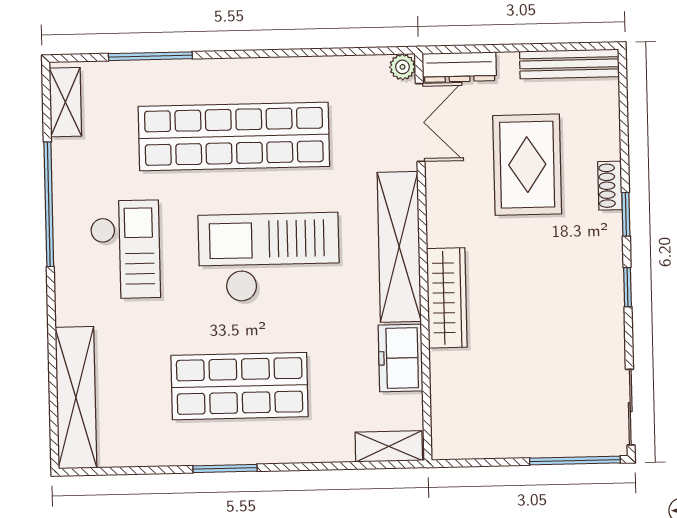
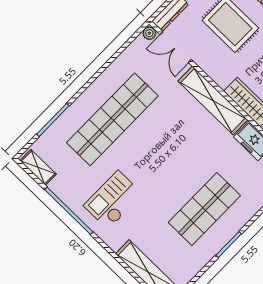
double door: (420, 122) -> (176, 47), swing flipped
checkout: (125, 249) -> (113, 200), turned -90
checkout: (269, 257) -> (169, 151), removed

